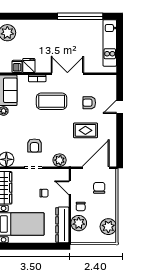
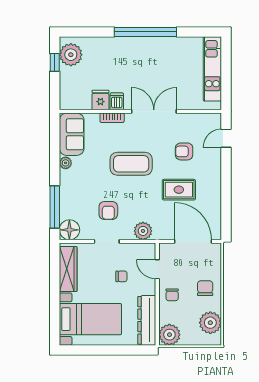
window: (80, 16) -> (145, 32), moved
dishwasher: (17, 66) -> (117, 101), moved
coffee table: (52, 101) -> (131, 164), moved
door: (120, 107) -> (226, 138), moved
door: (96, 168) -> (193, 241), hinge flipped
chair: (99, 188) -> (205, 288), moved
plant: (79, 223) -> (169, 335), moved

